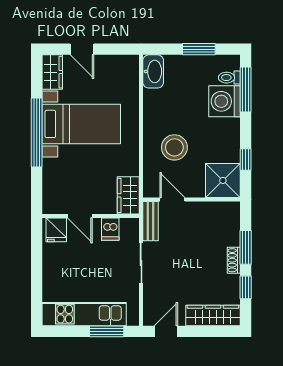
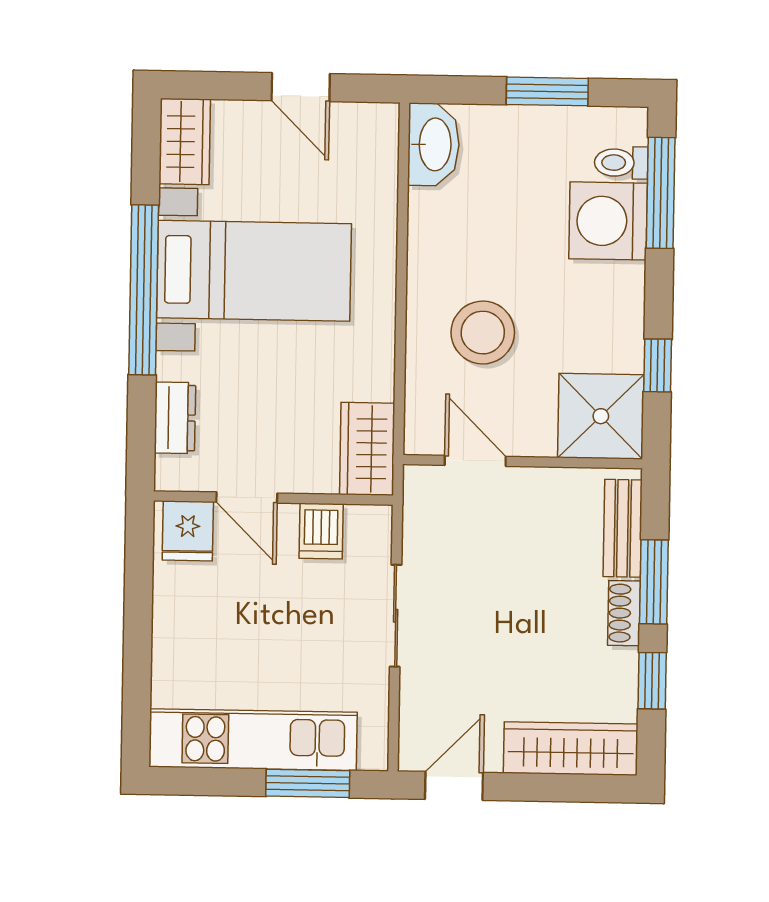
door: (82, 49) -> (301, 87), moved
dresser: (50, 184) -> (175, 418), added
bench: (150, 221) -> (623, 528), moved

